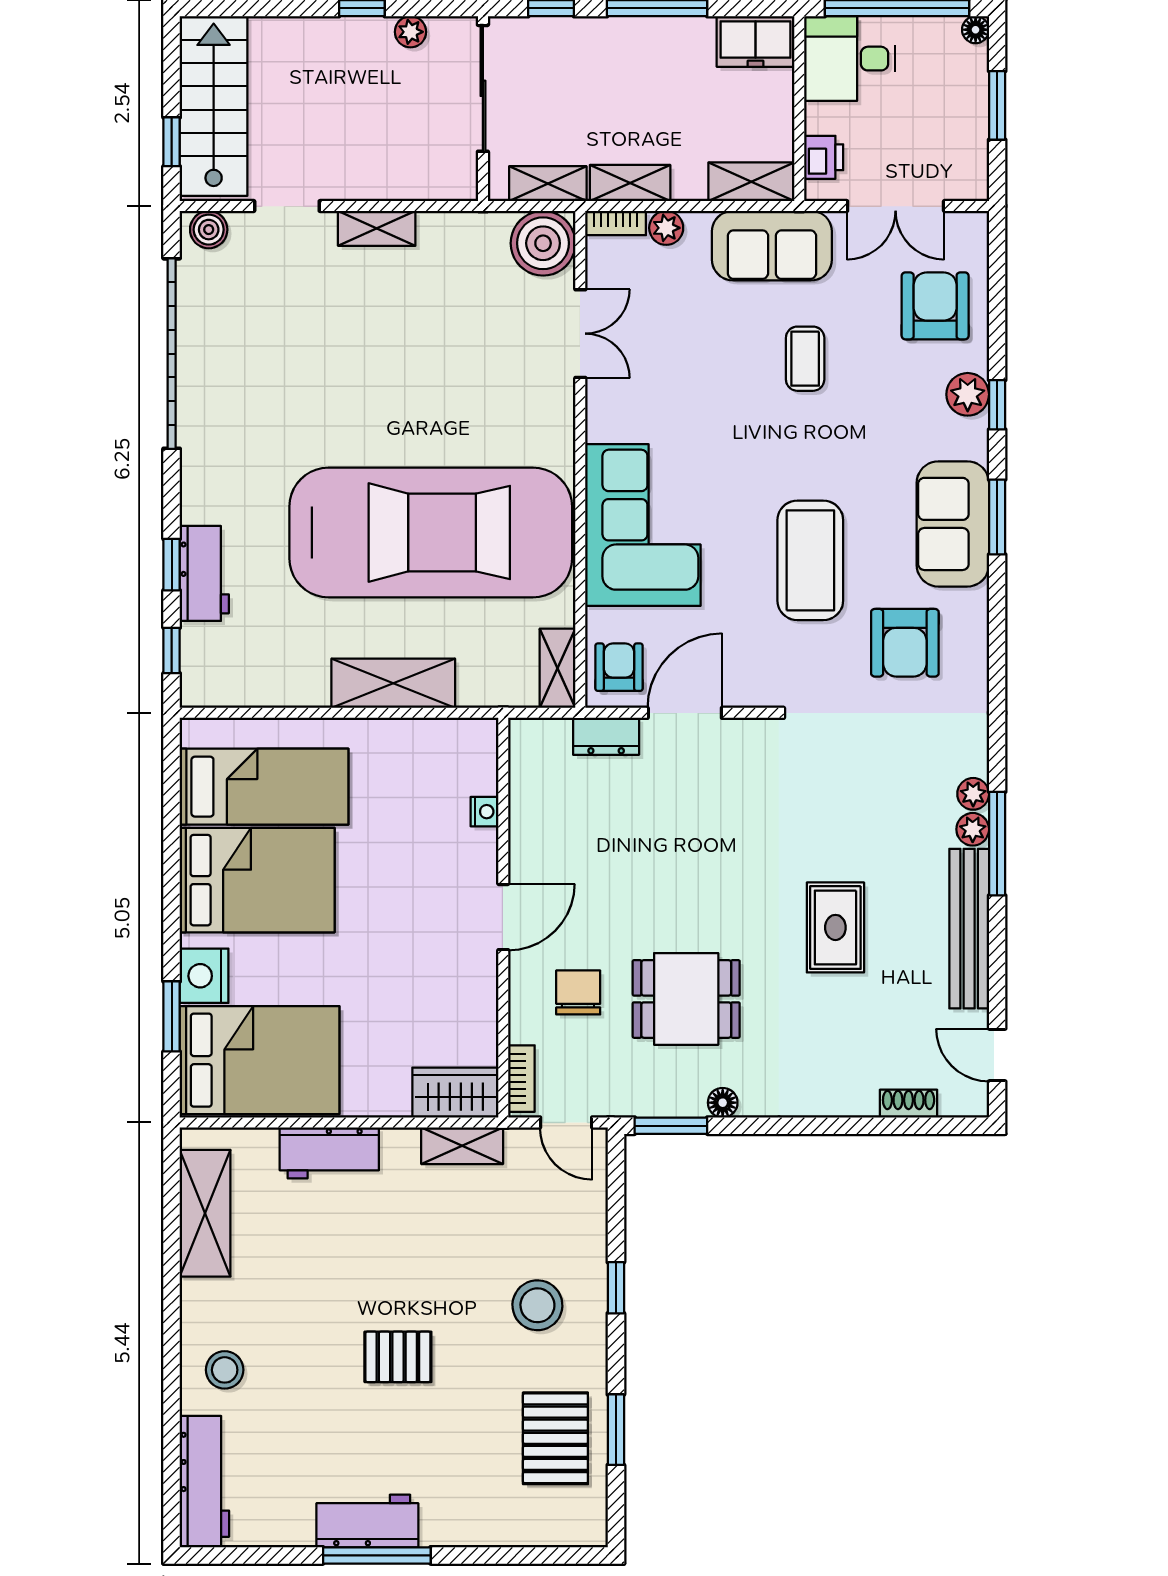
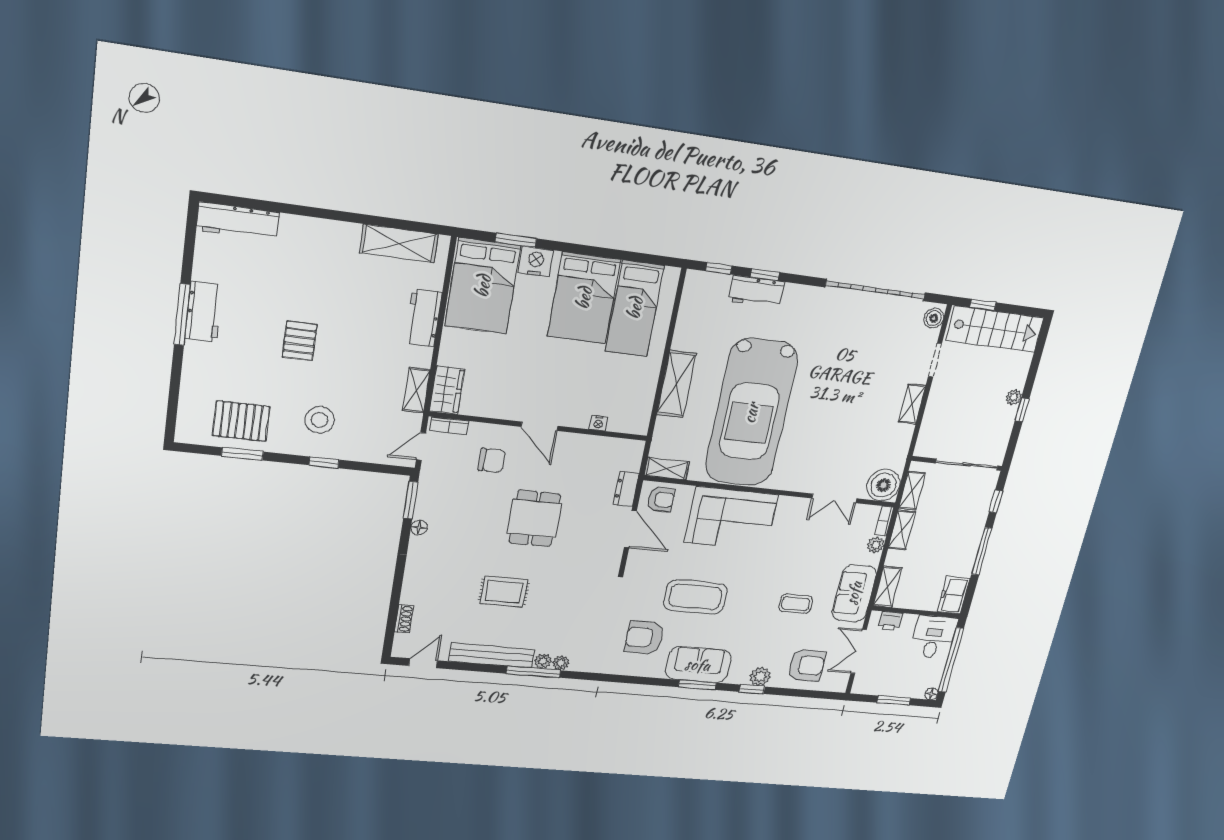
plant: (410, 32) -> (1014, 397), moved
dining table: (686, 999) -> (534, 518), moved
stool: (225, 1370) -> (304, 242), removed

